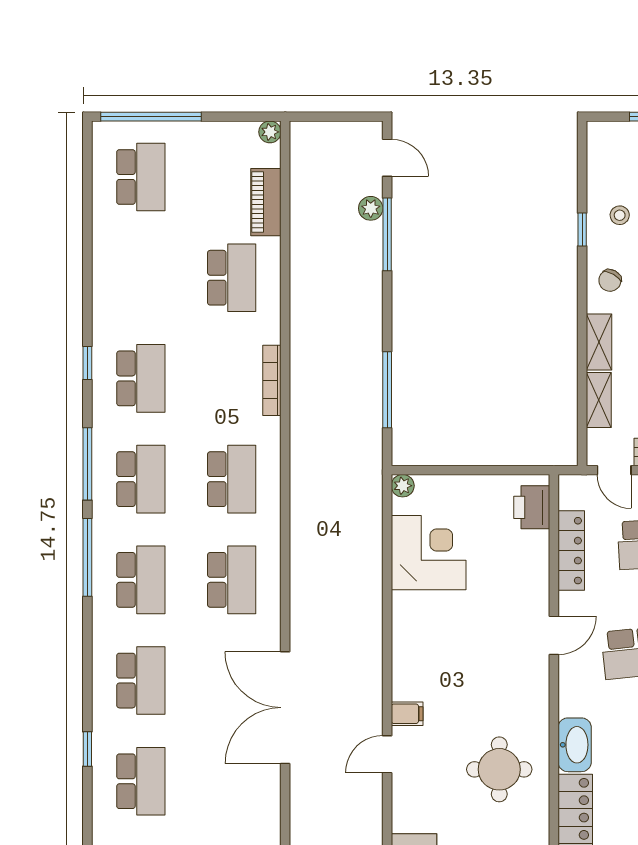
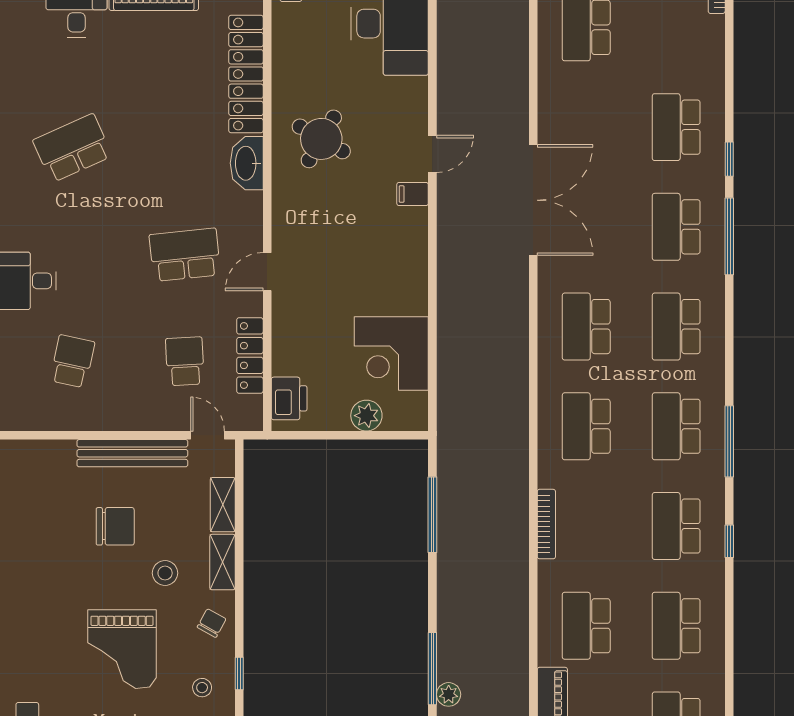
school desk: (141, 278) -> (676, 626), added
plant: (403, 486) -> (366, 416), moved, width x1.38, depth x1.38
window: (87, 557) -> (729, 236), moved
round table: (499, 769) -> (321, 139), turned 30

